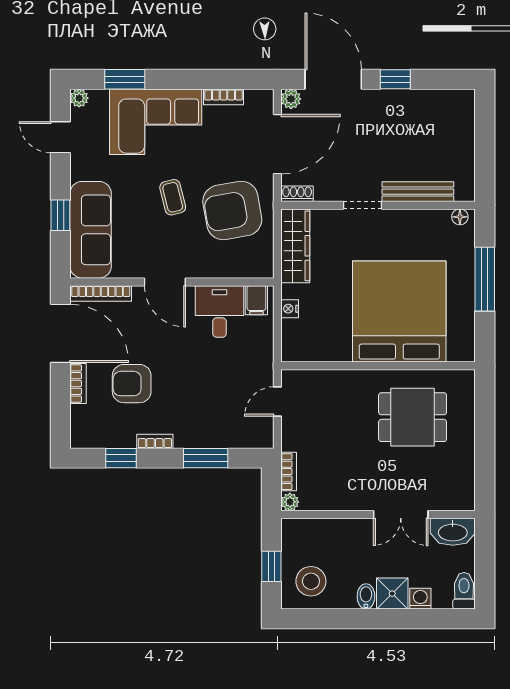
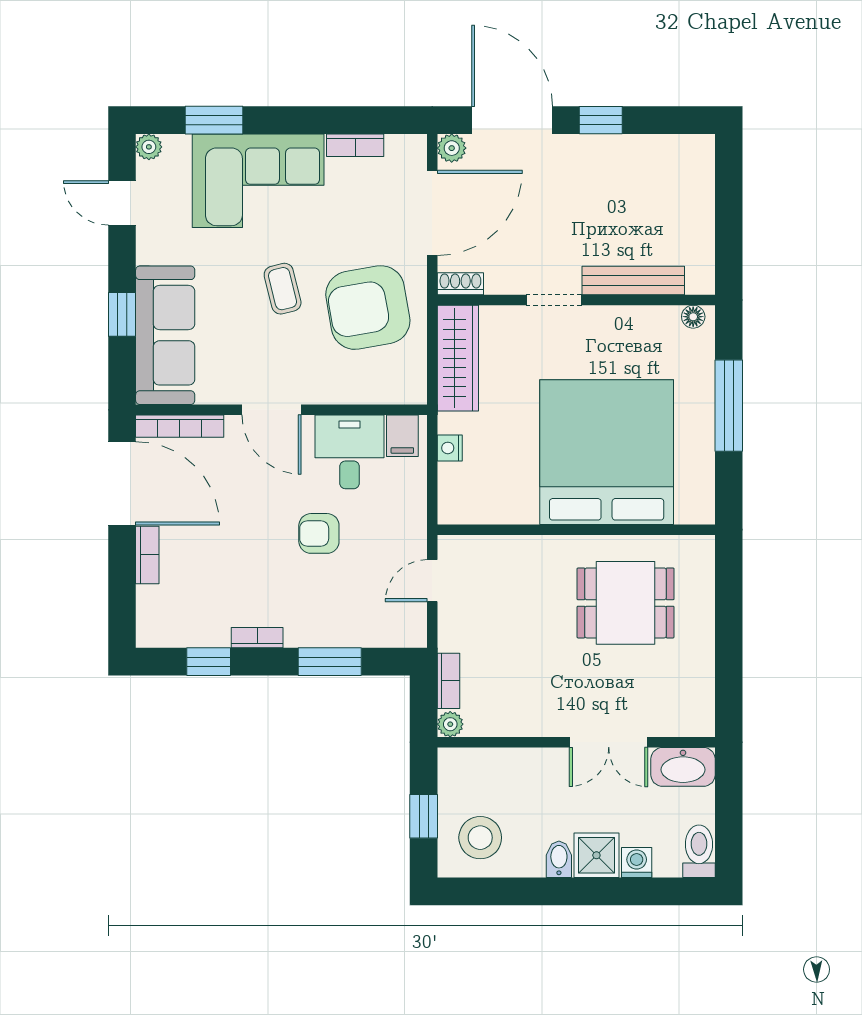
armchair: (132, 384) -> (319, 533), moved, width x0.72, depth x0.72

